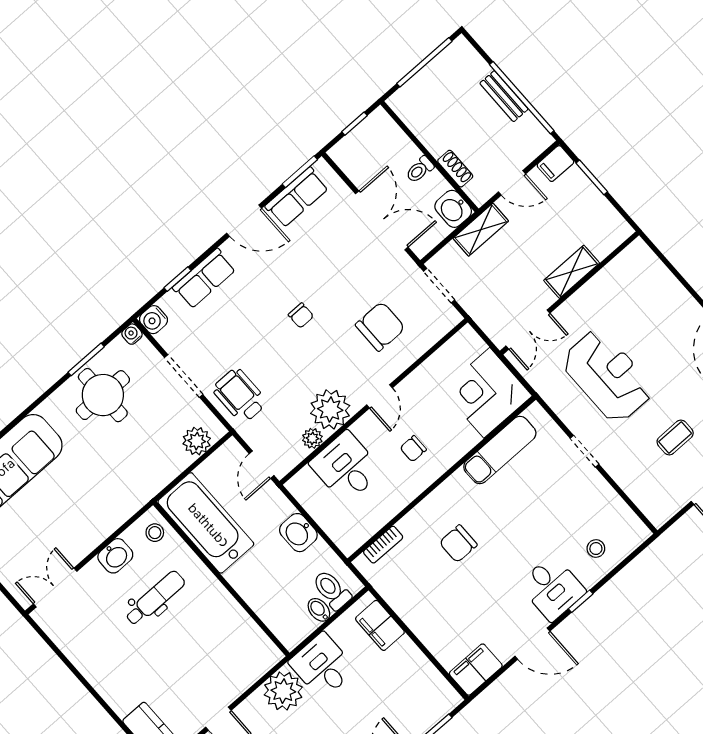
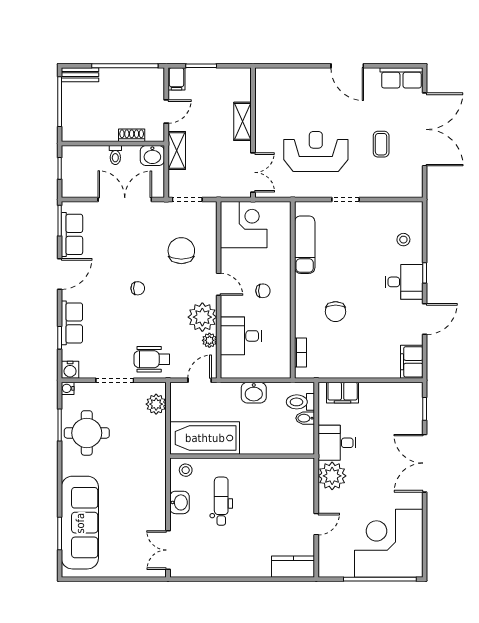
bench: (504, 96) -> (80, 75), moved
corner desk: (487, 393) -> (244, 225), moved, turned 180
chair: (413, 449) -> (263, 291), turned -90
door: (262, 465) -> (200, 380), swing flipped

